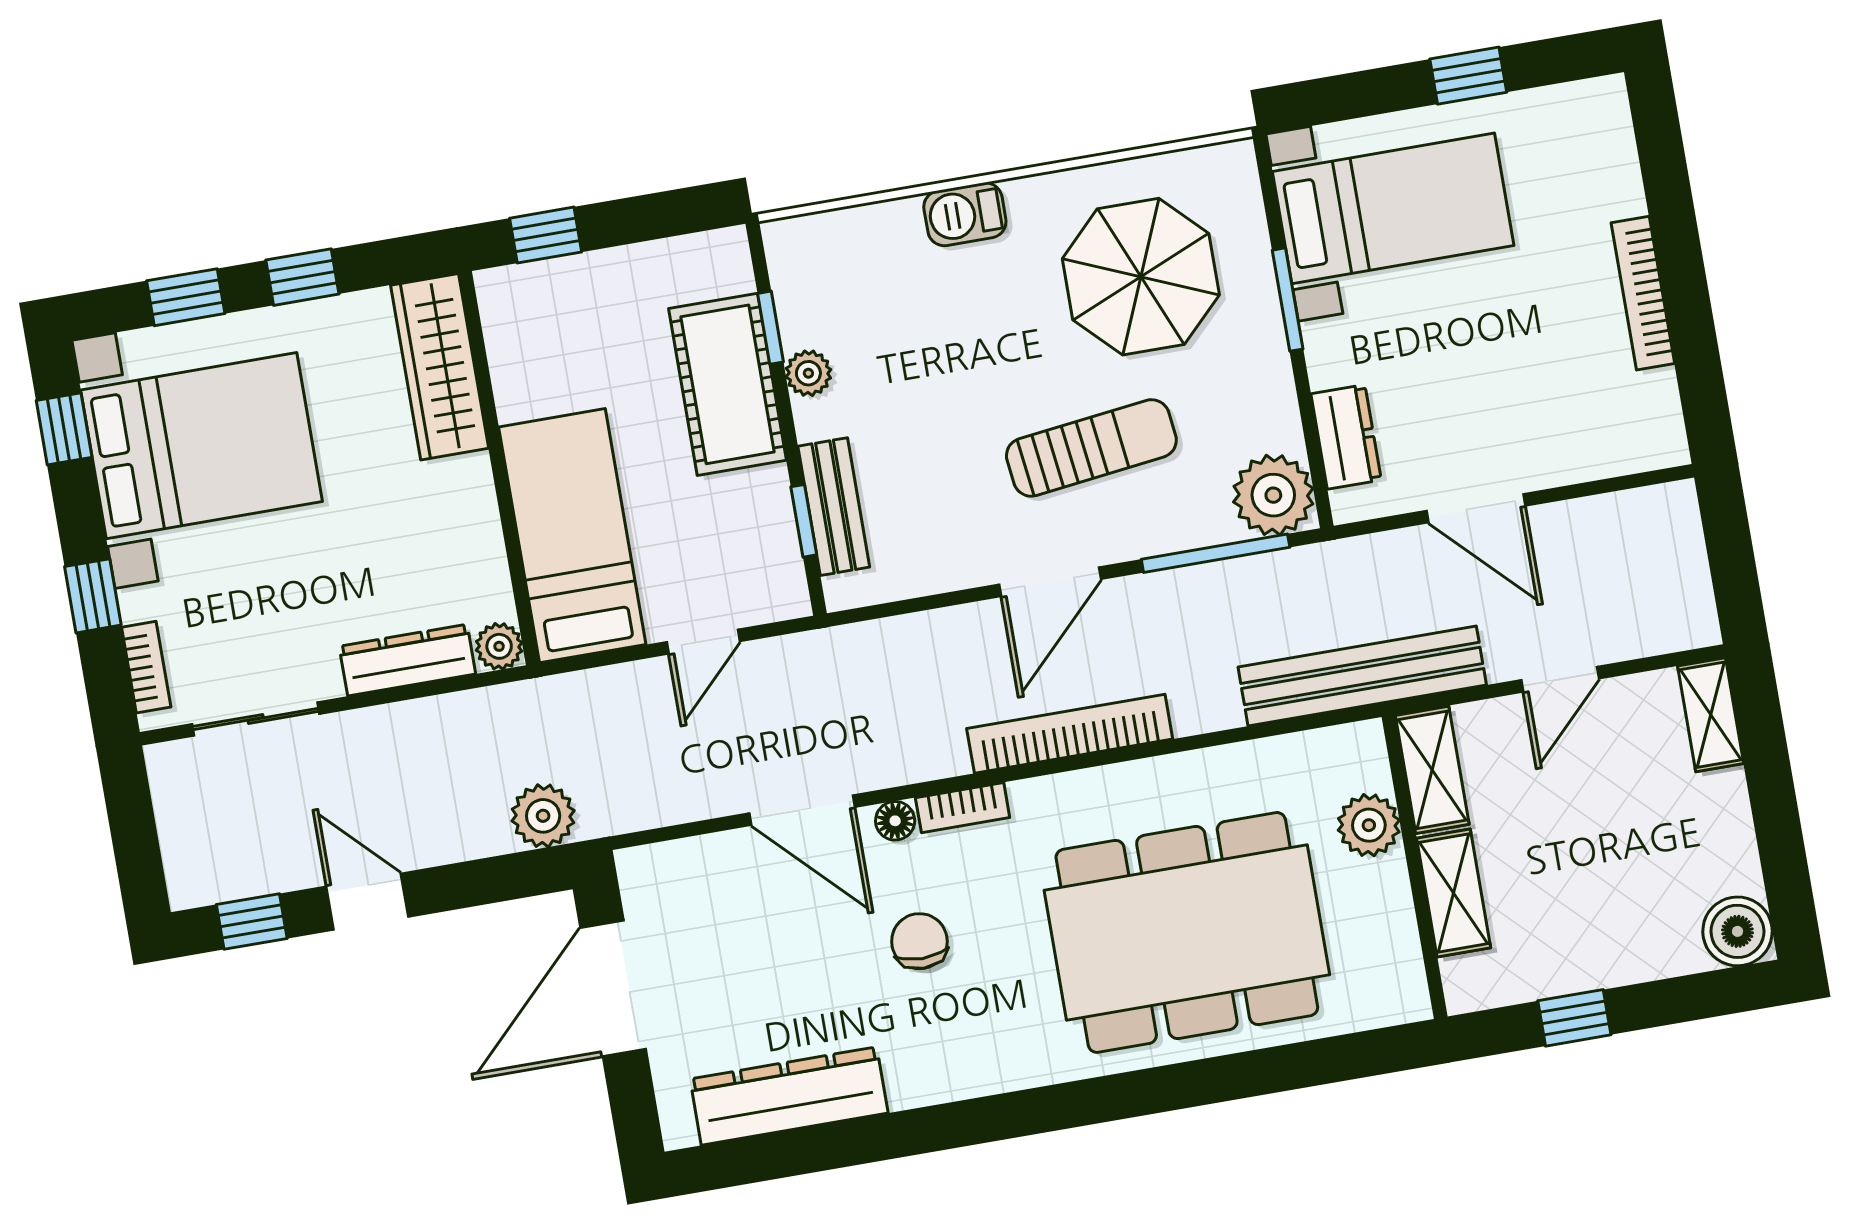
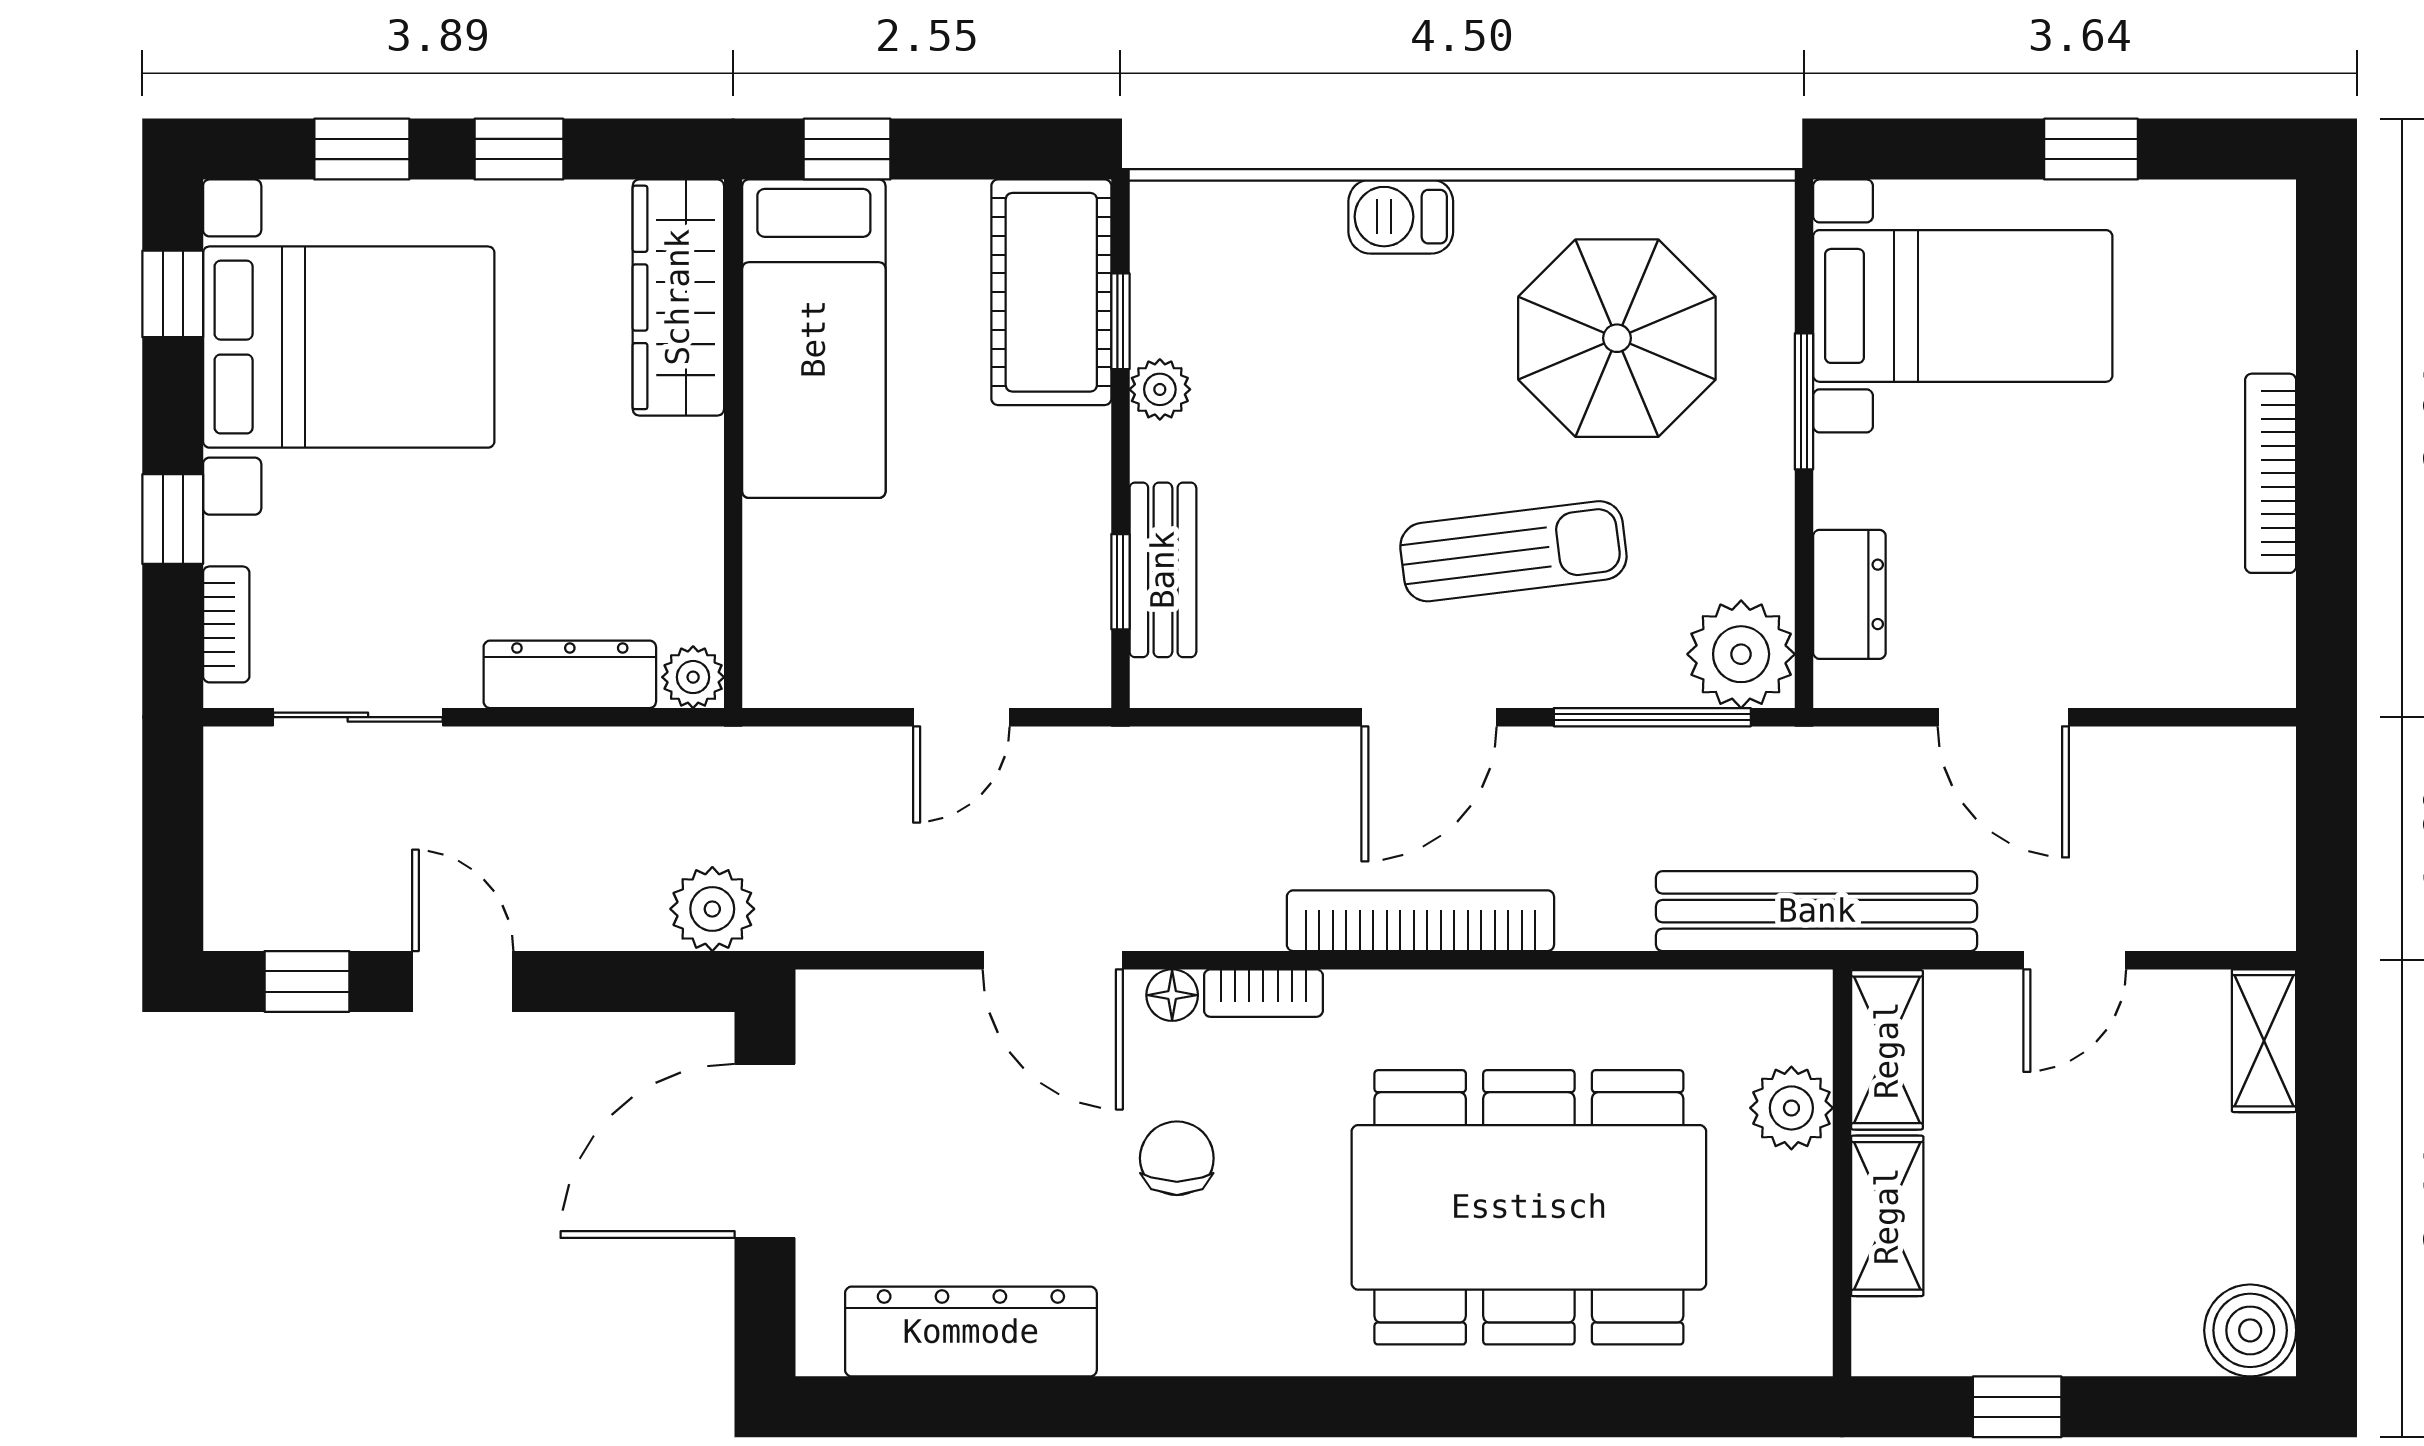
cot: (727, 384) -> (1051, 292), moved
bed: (572, 536) -> (814, 339), moved, turned 180

